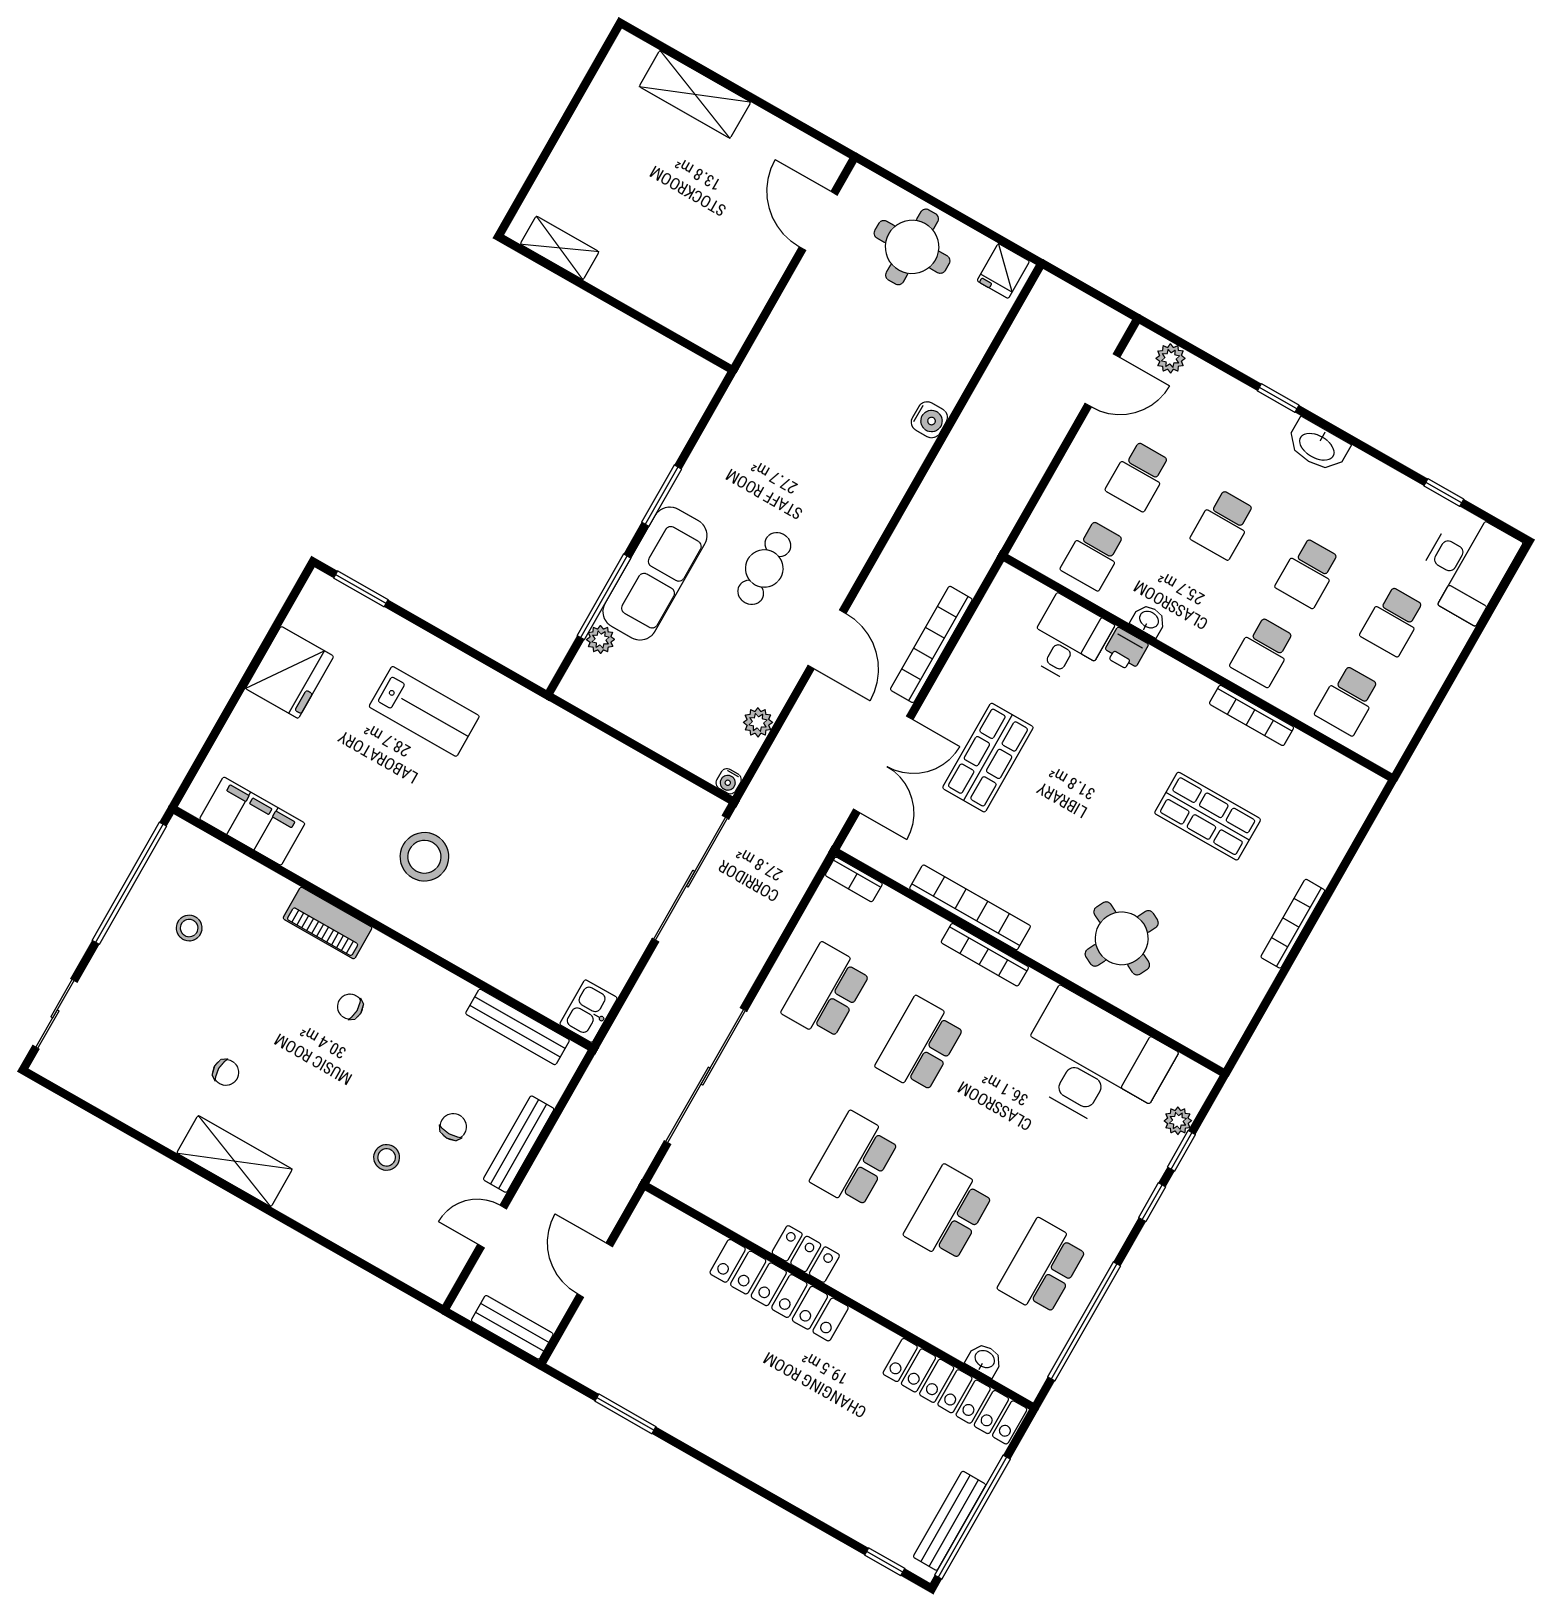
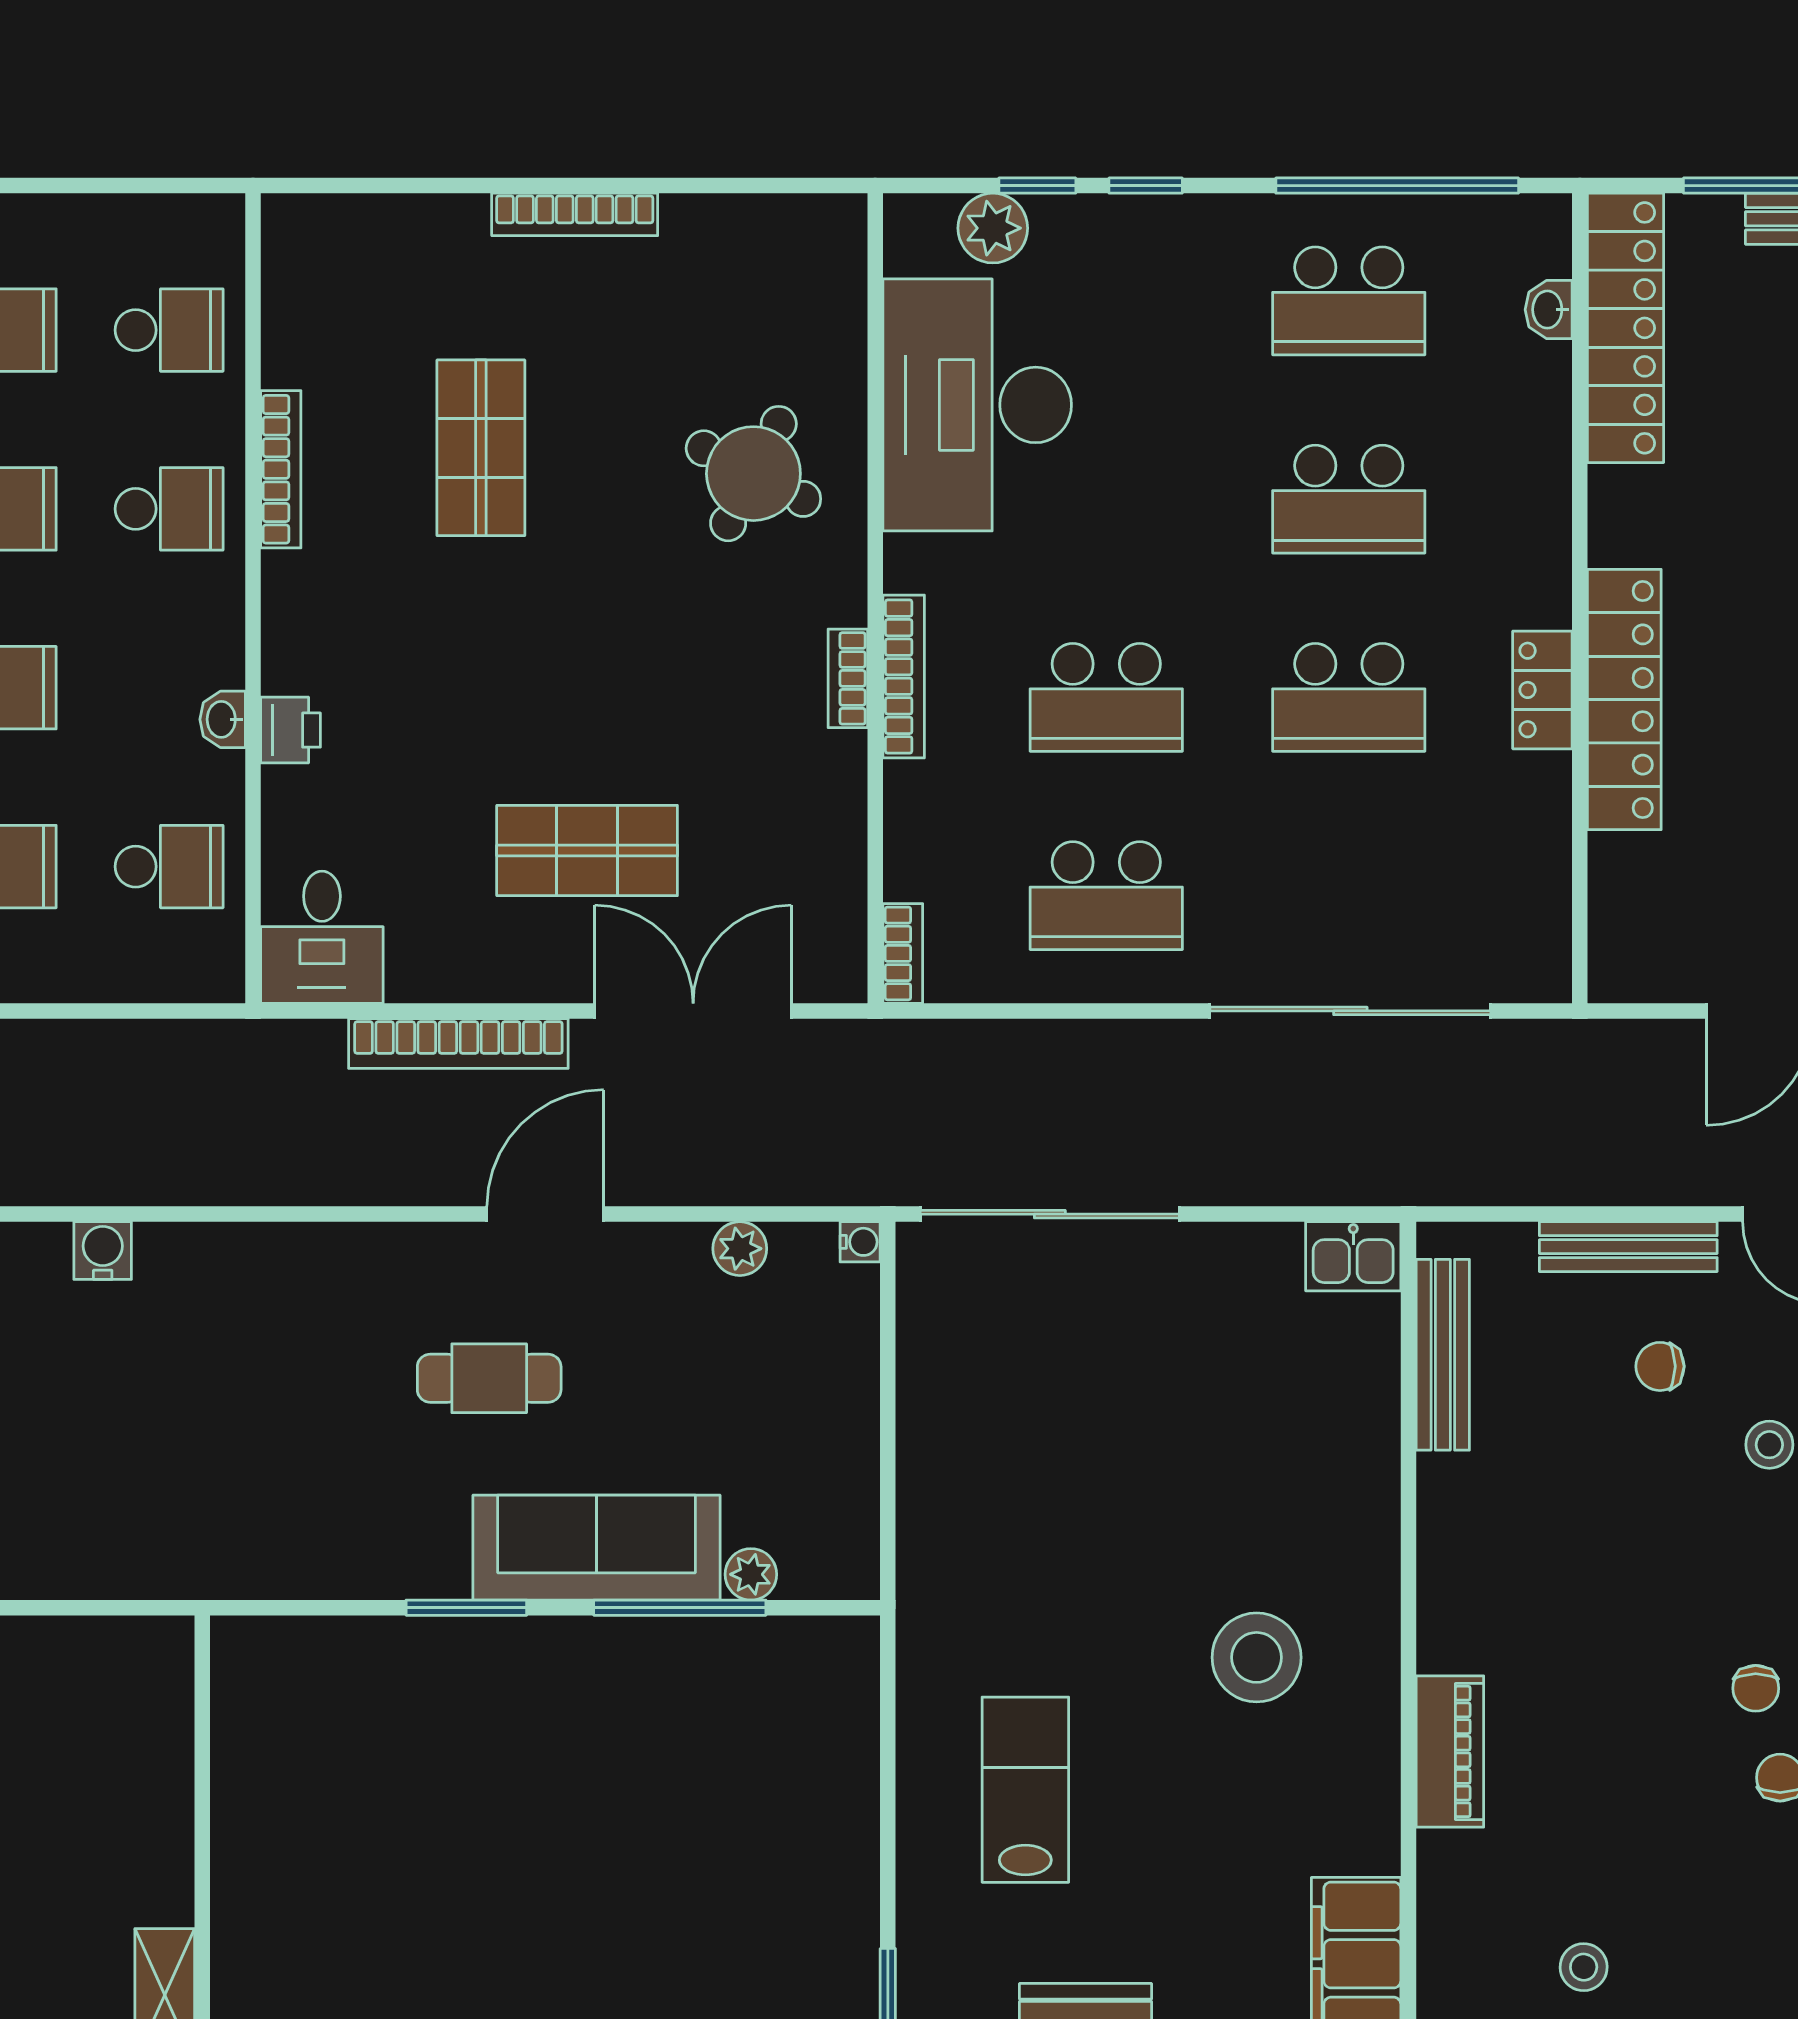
desk: (1068, 640) -> (322, 937), moved, turned -90
bookcase: (970, 907) -> (848, 678), width x0.43, depth x0.76
chair: (350, 1007) -> (1756, 1688), moved
plant: (1178, 1121) -> (993, 228), width x1.38, depth x1.38

